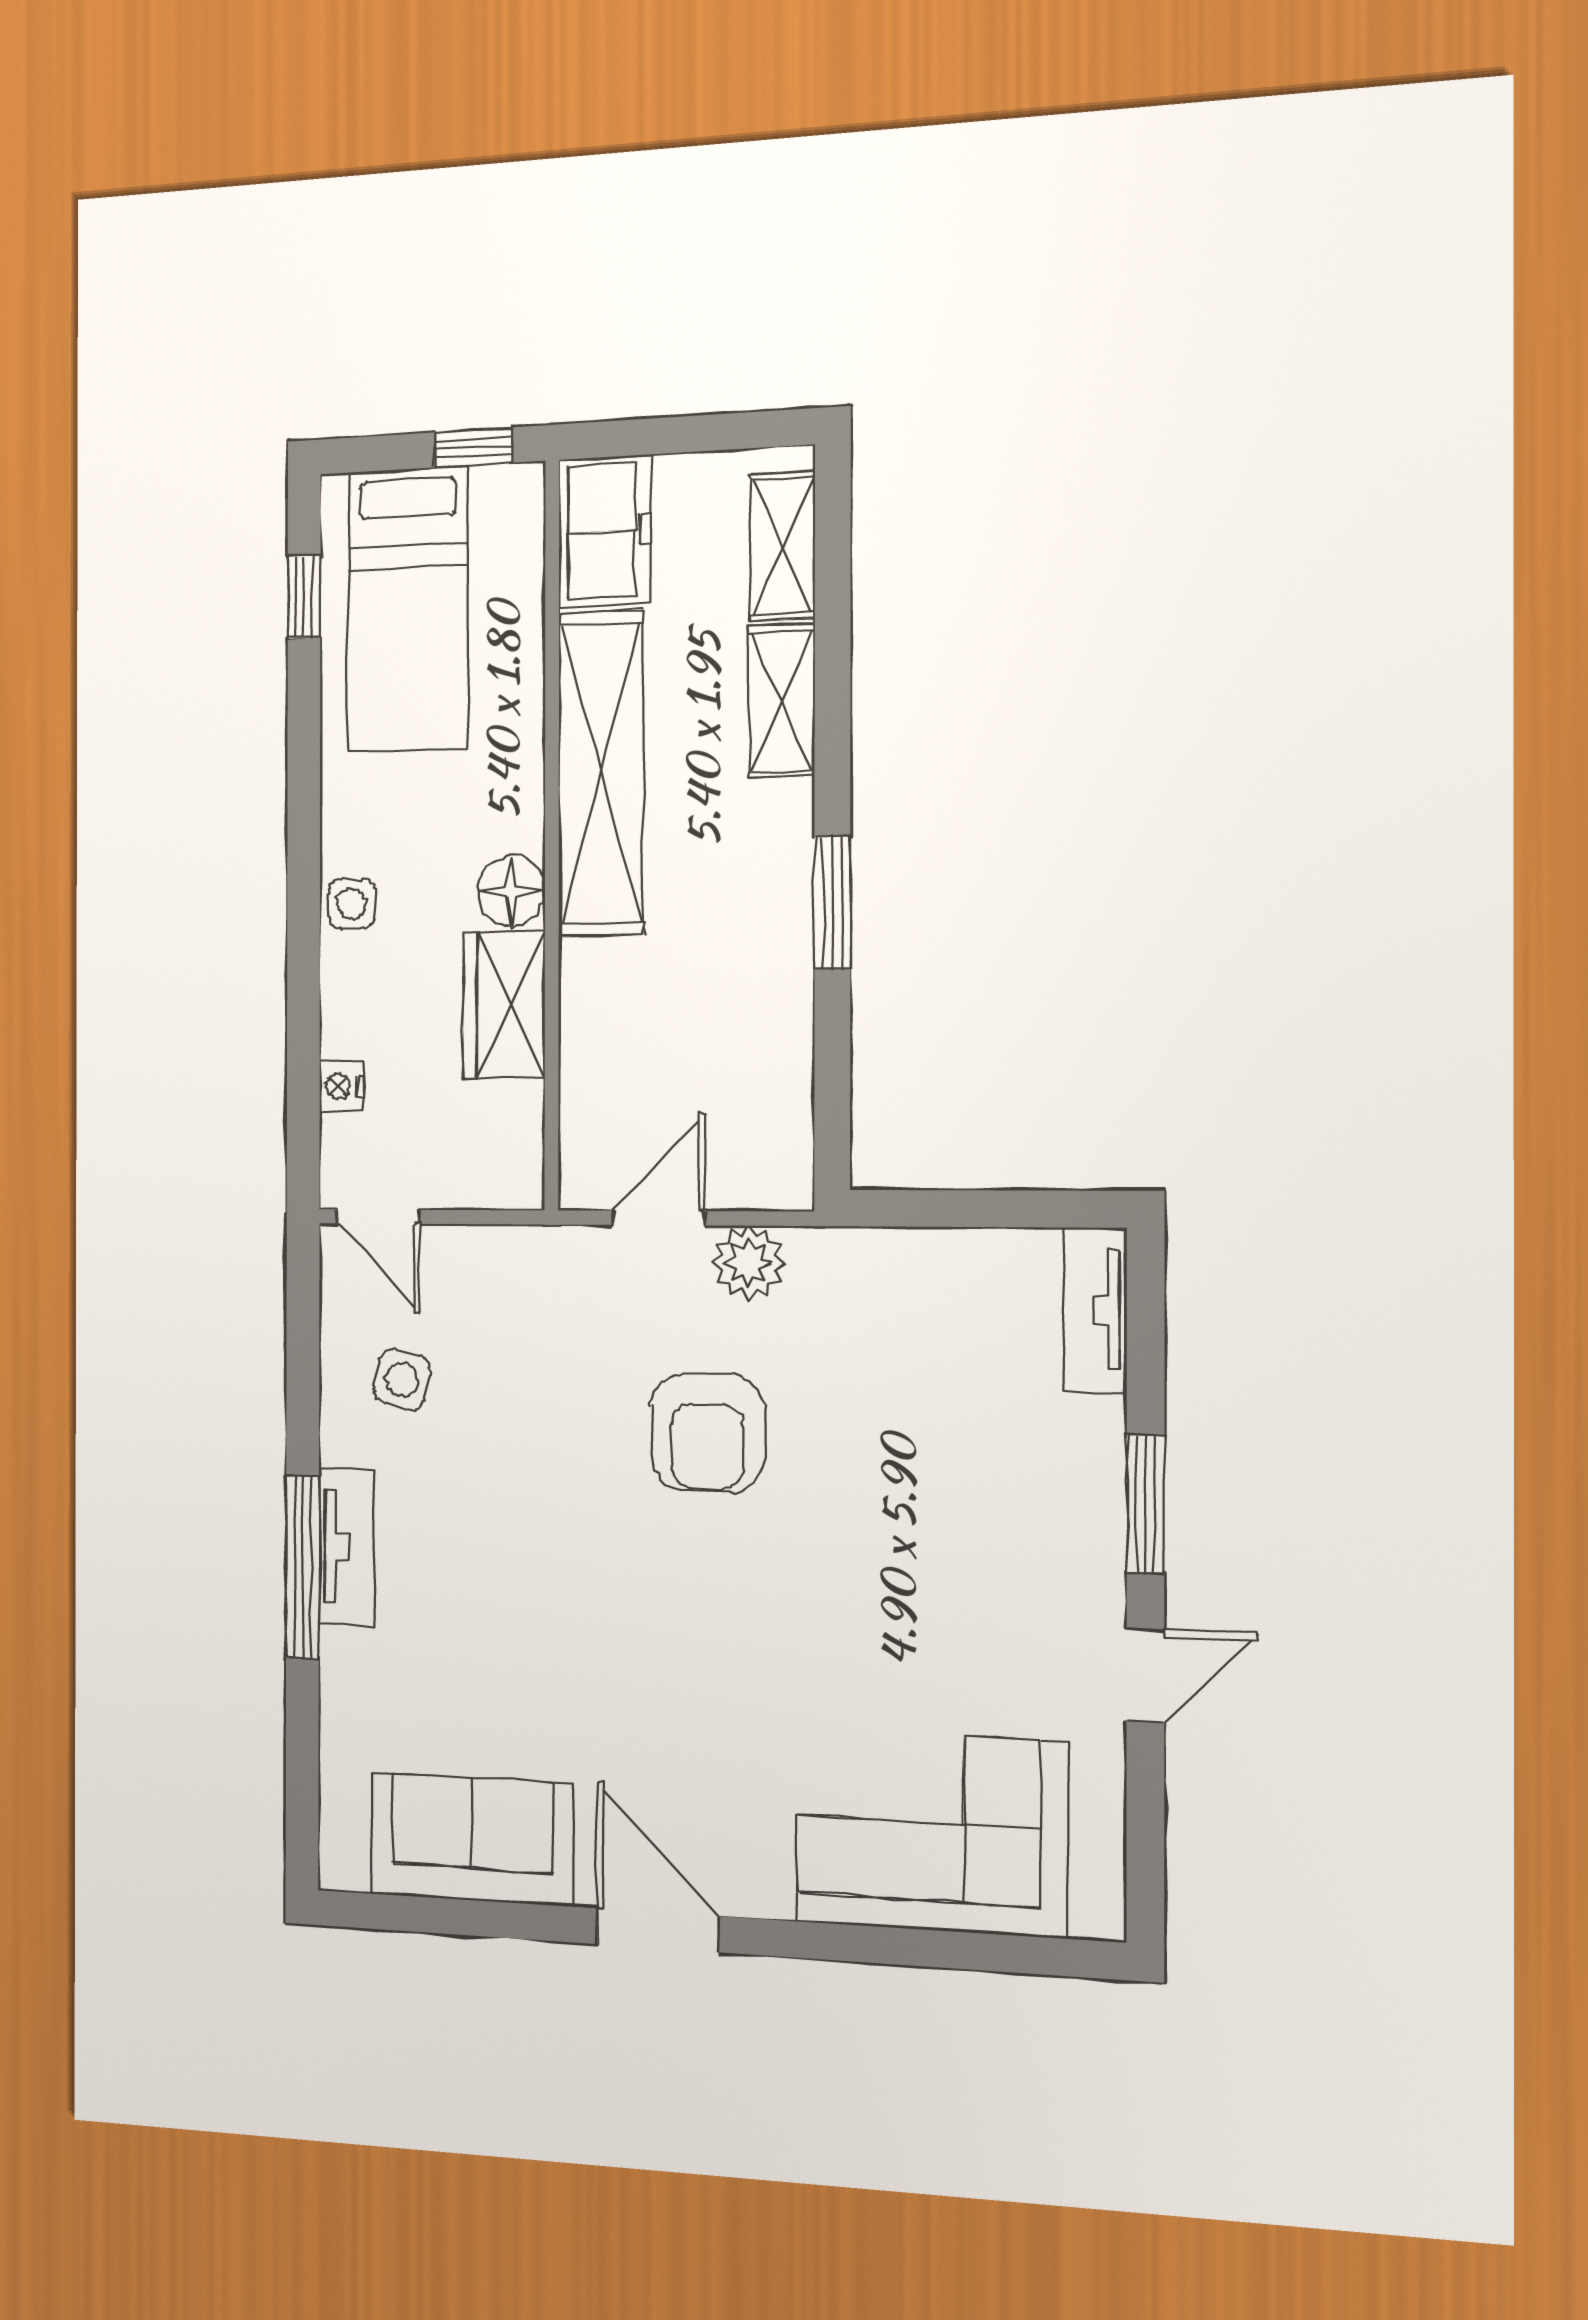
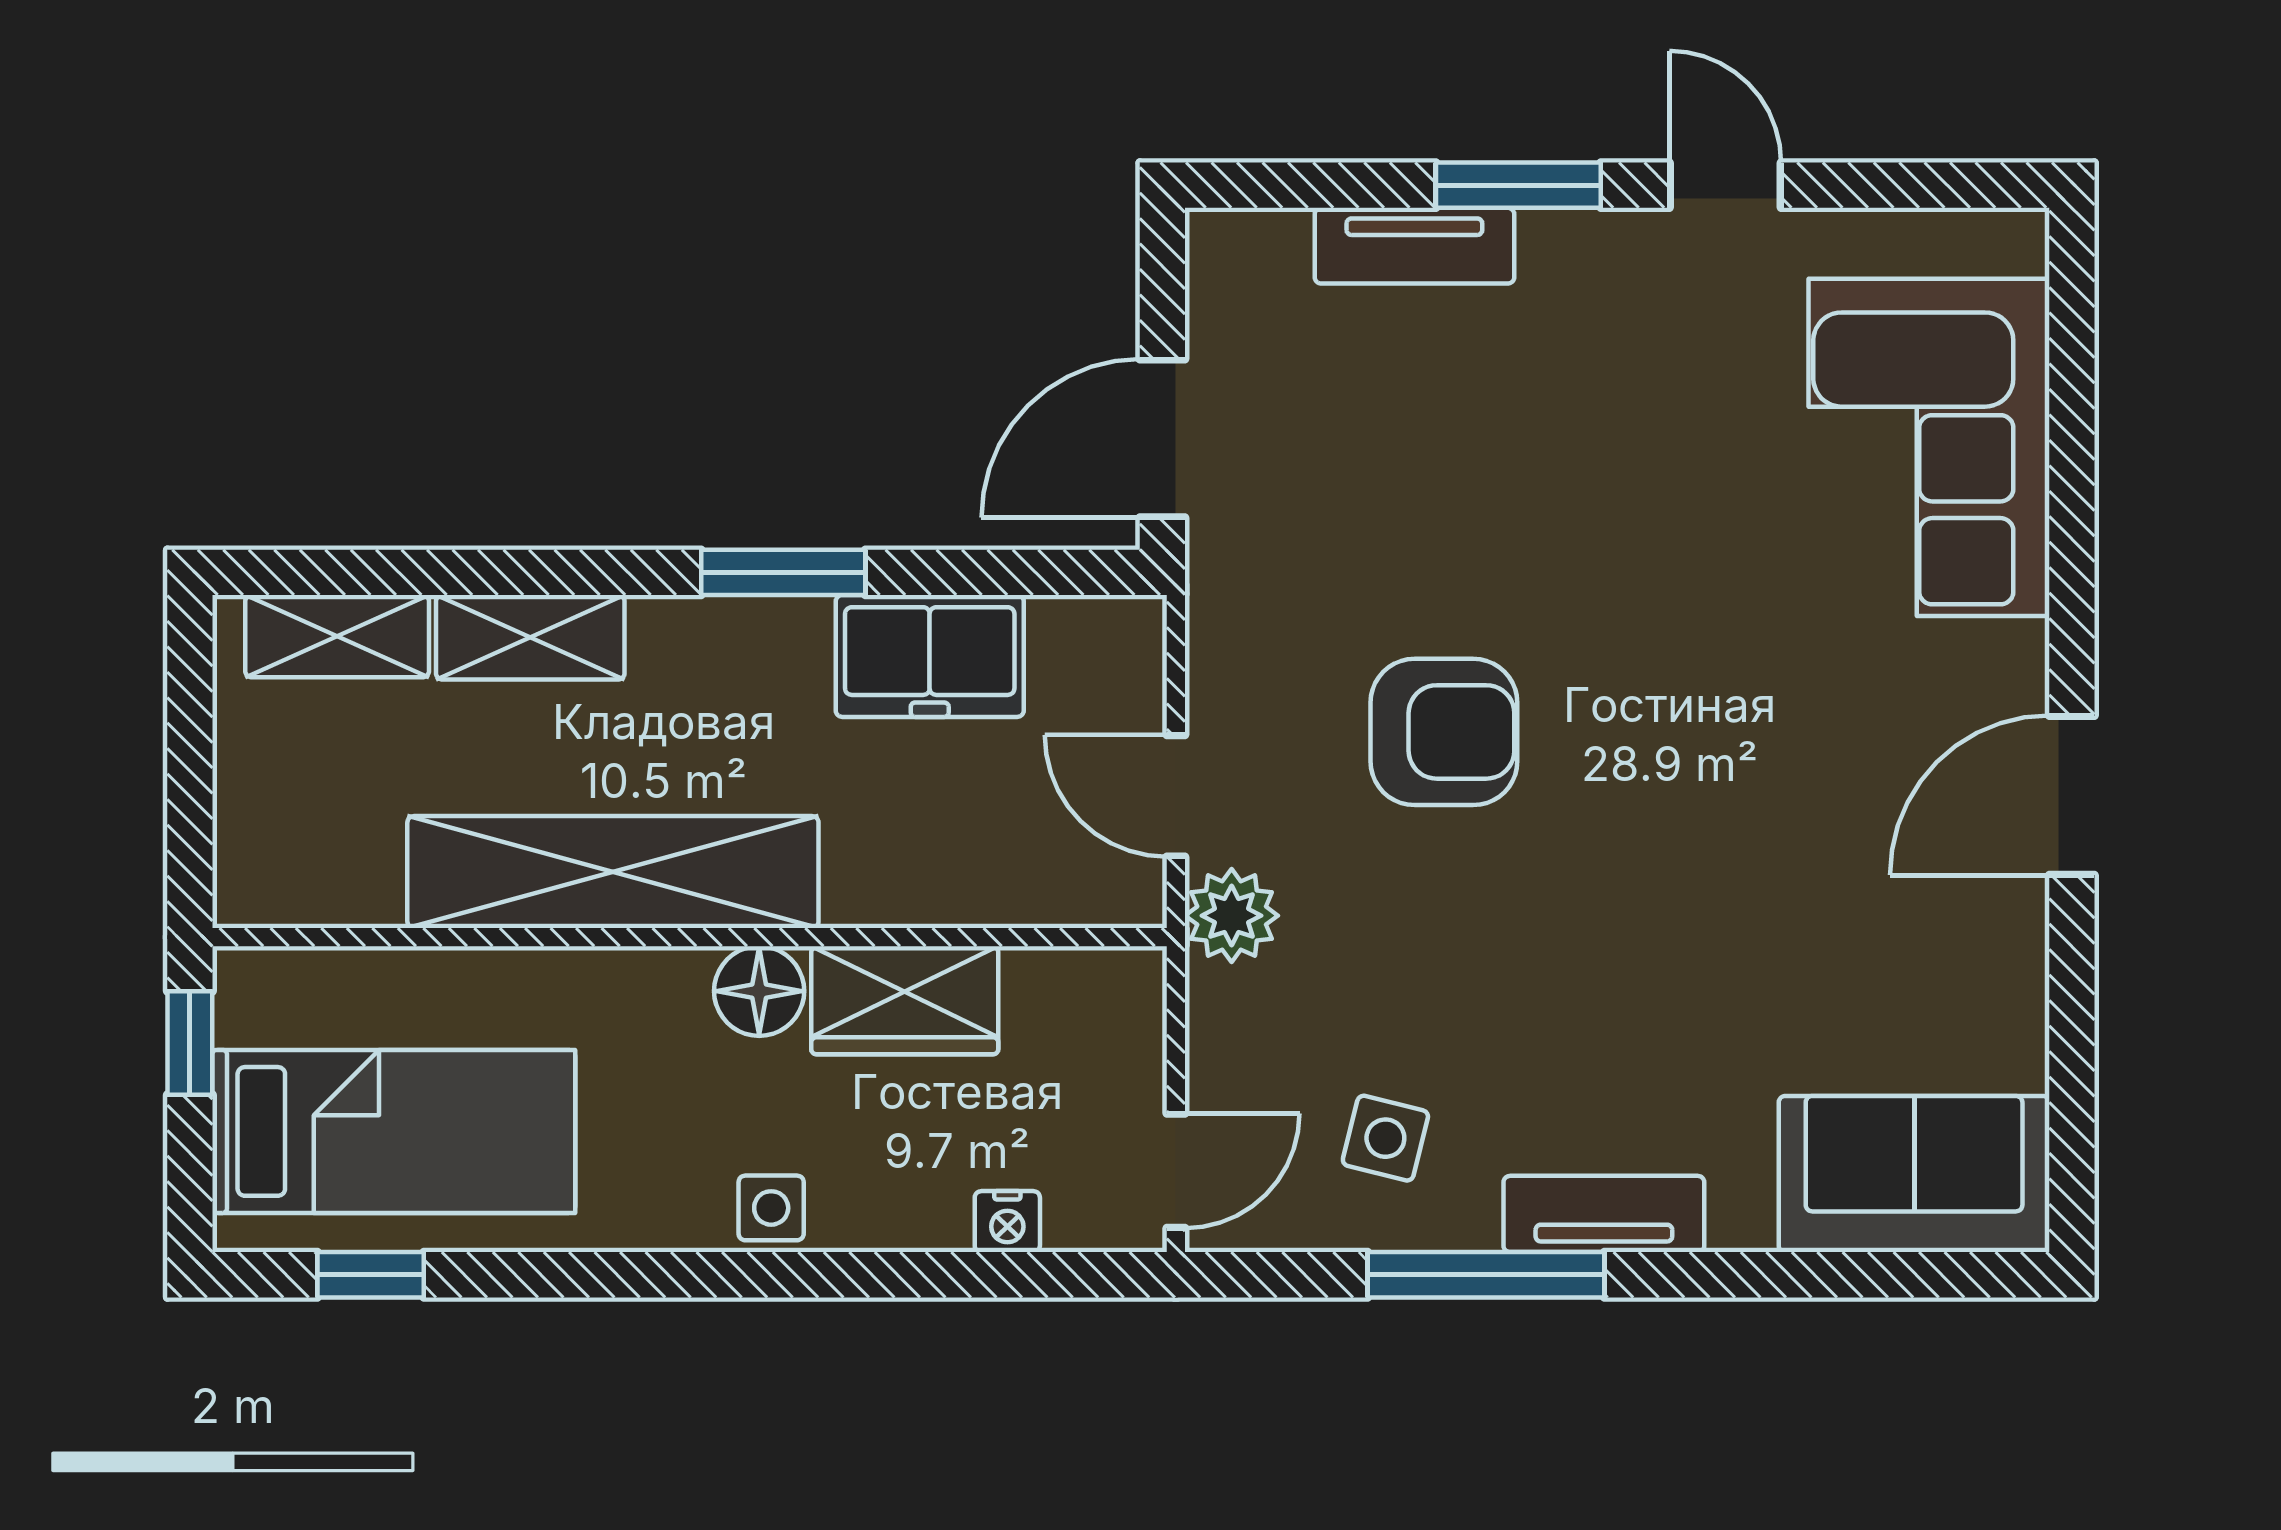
freezer: (605, 531) -> (930, 656), moved, turned 180
door: (939, 1209) -> (1162, 438), added
plant: (749, 1263) -> (1232, 916), moved
tv unit: (1095, 1310) -> (1414, 246), moved
window: (302, 1567) -> (1486, 1275), moved
sofa: (471, 1839) -> (1914, 1174), moved, turned 90

